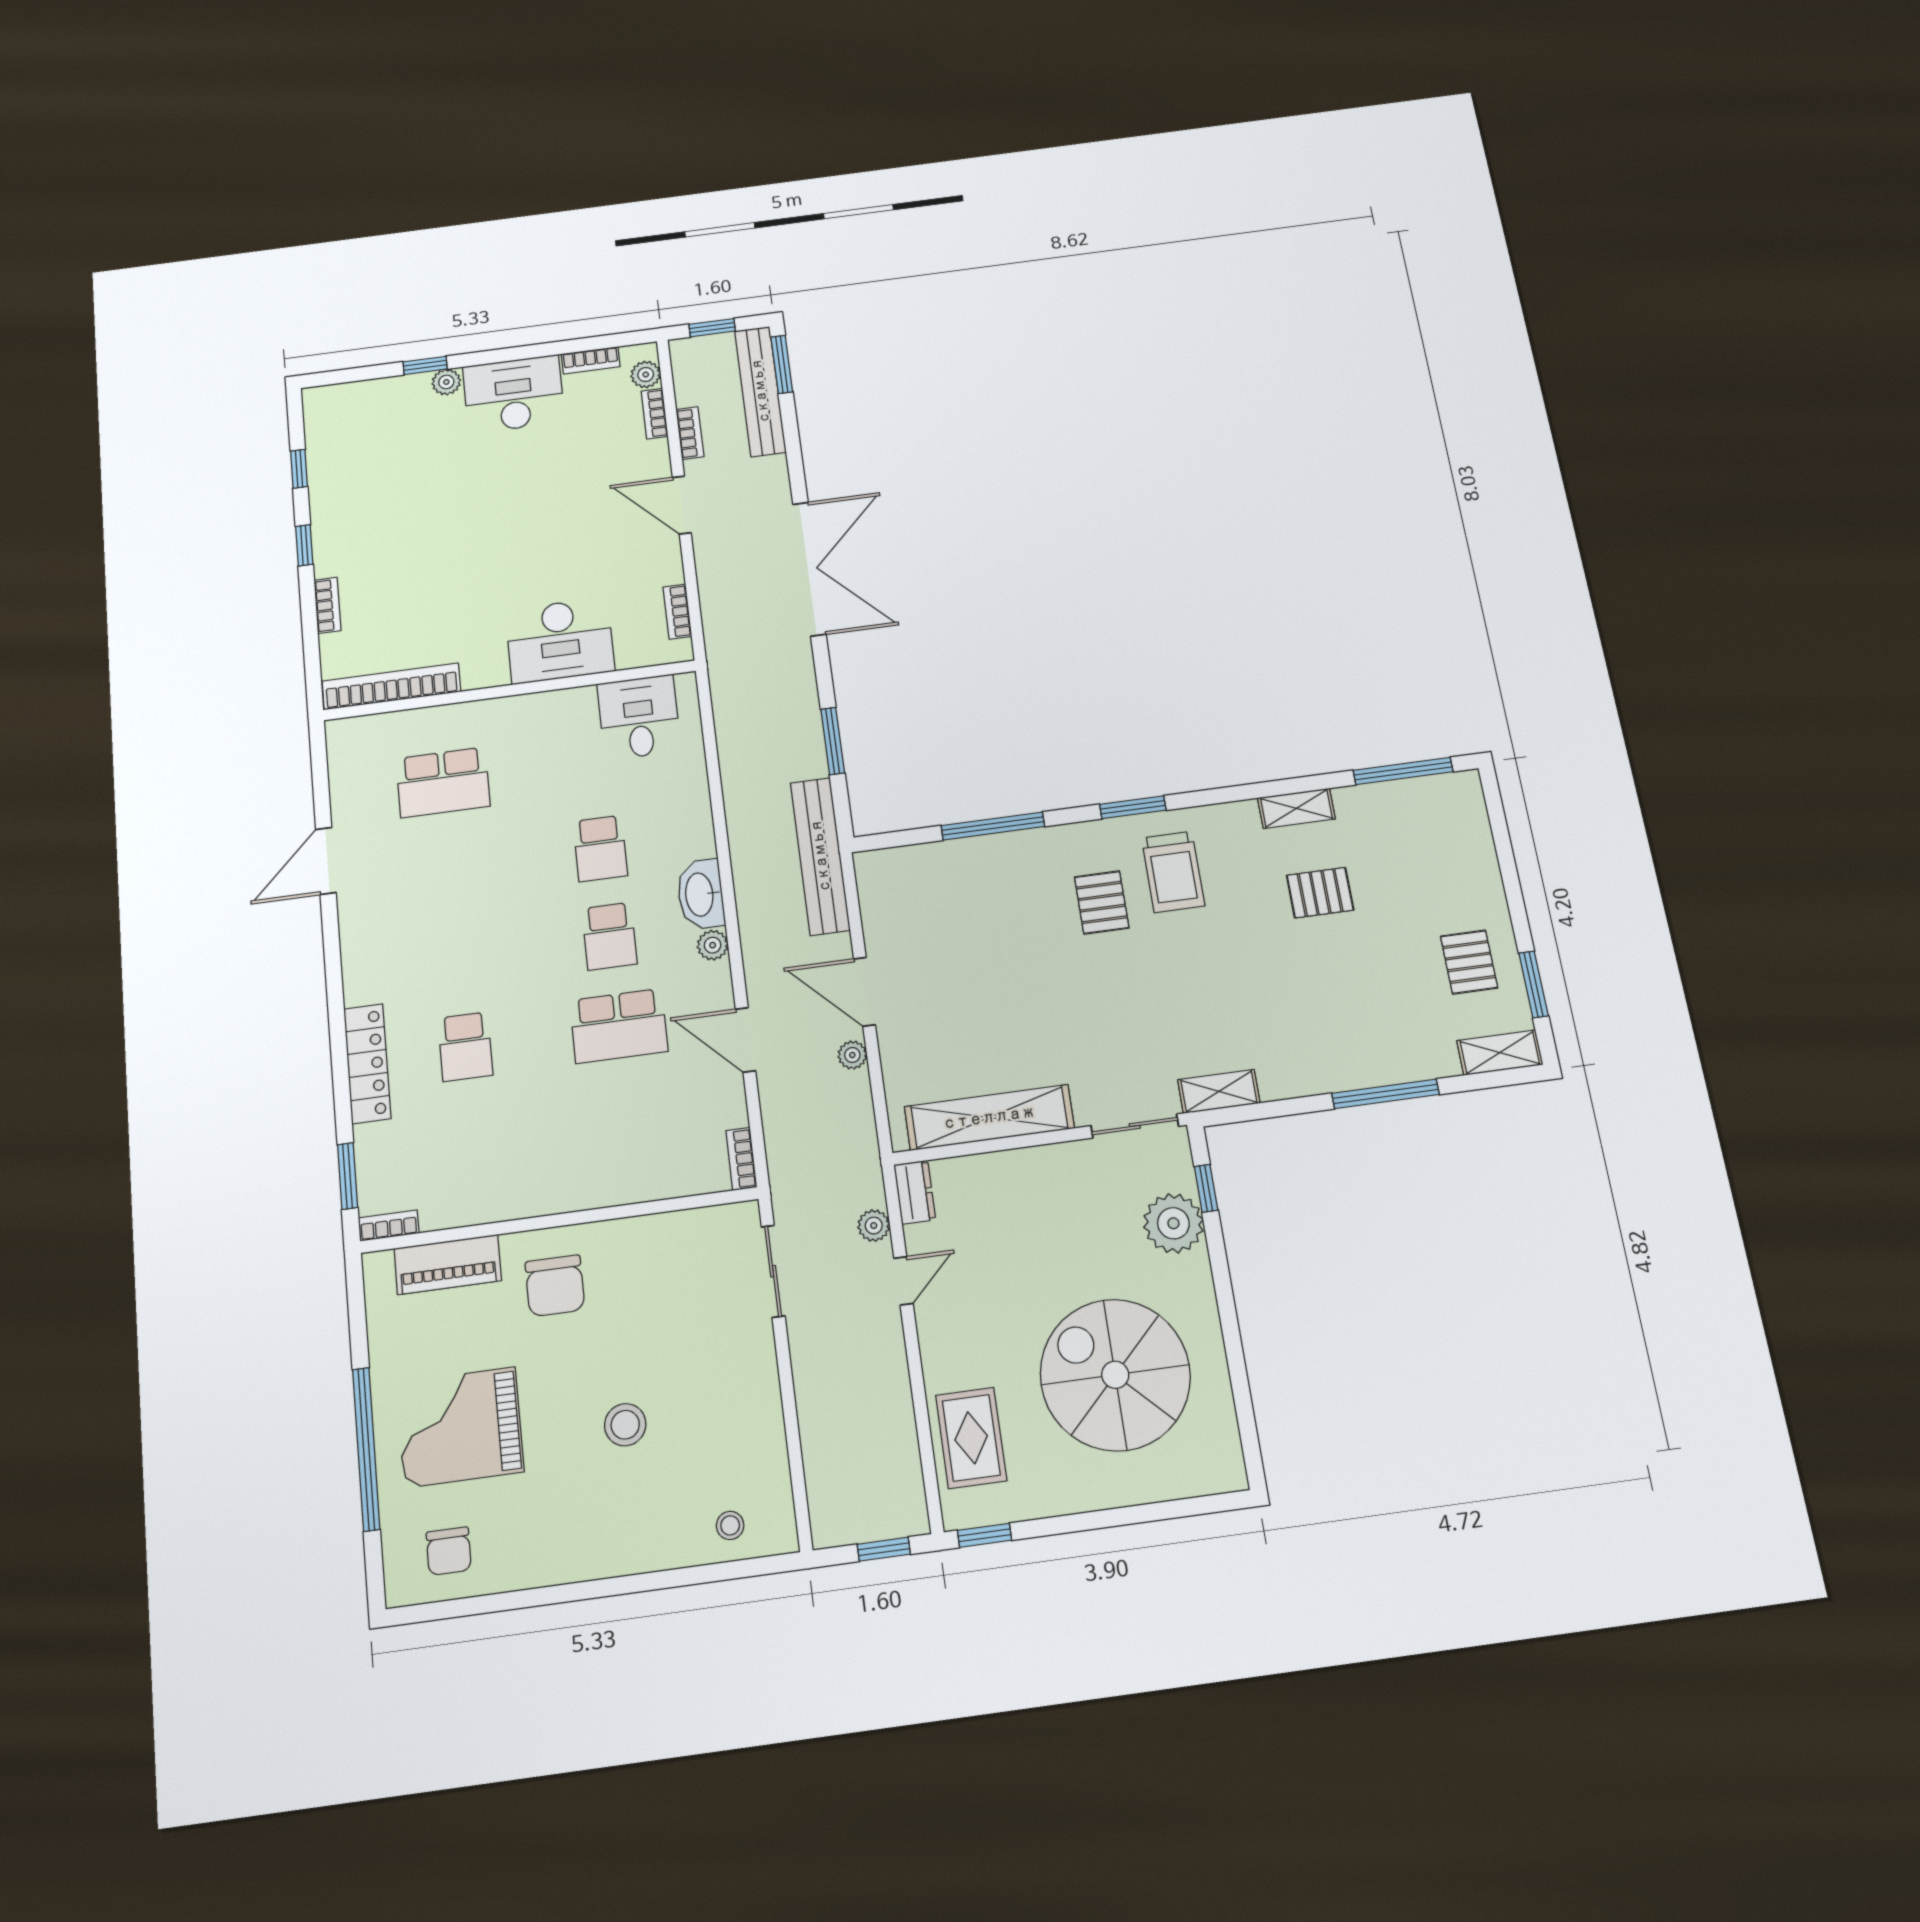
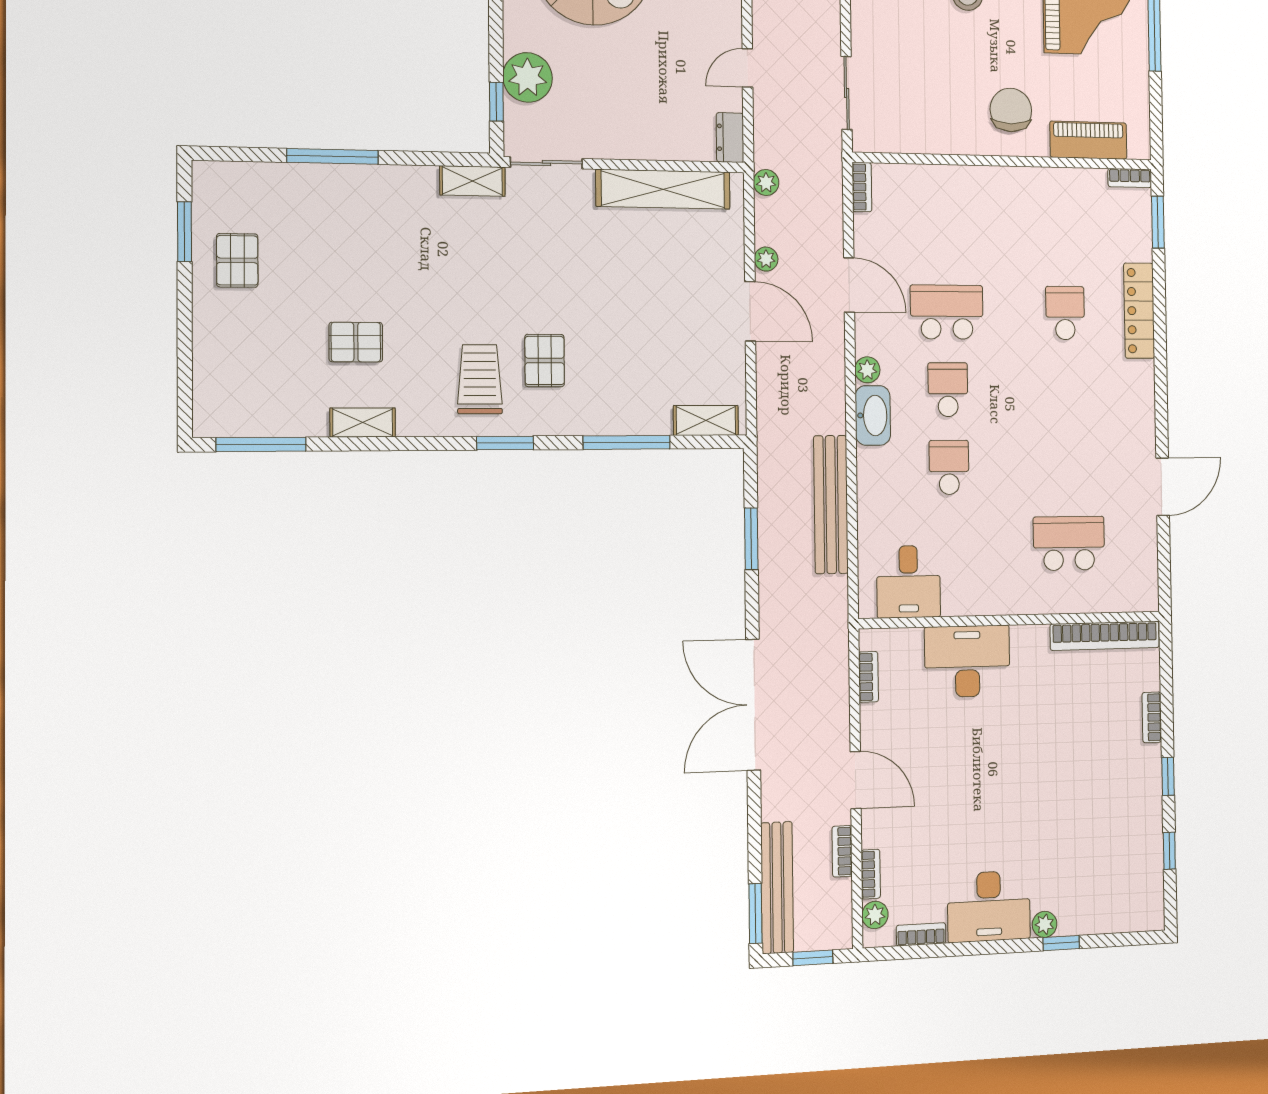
bench: (820, 856) -> (831, 505), moved
shelving: (1500, 1053) -> (706, 420), moved
plant: (874, 1226) -> (766, 182), moved

